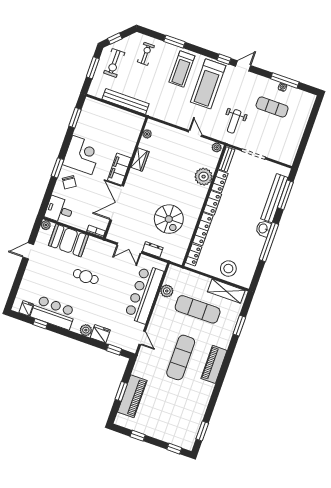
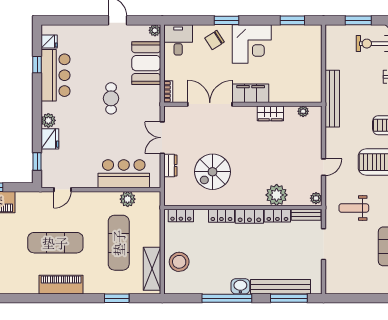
bench: (126, 101) -> (332, 99), moved
locker: (203, 229) -> (221, 216), width x0.66
bar counter: (144, 294) -> (124, 174), width x0.73

